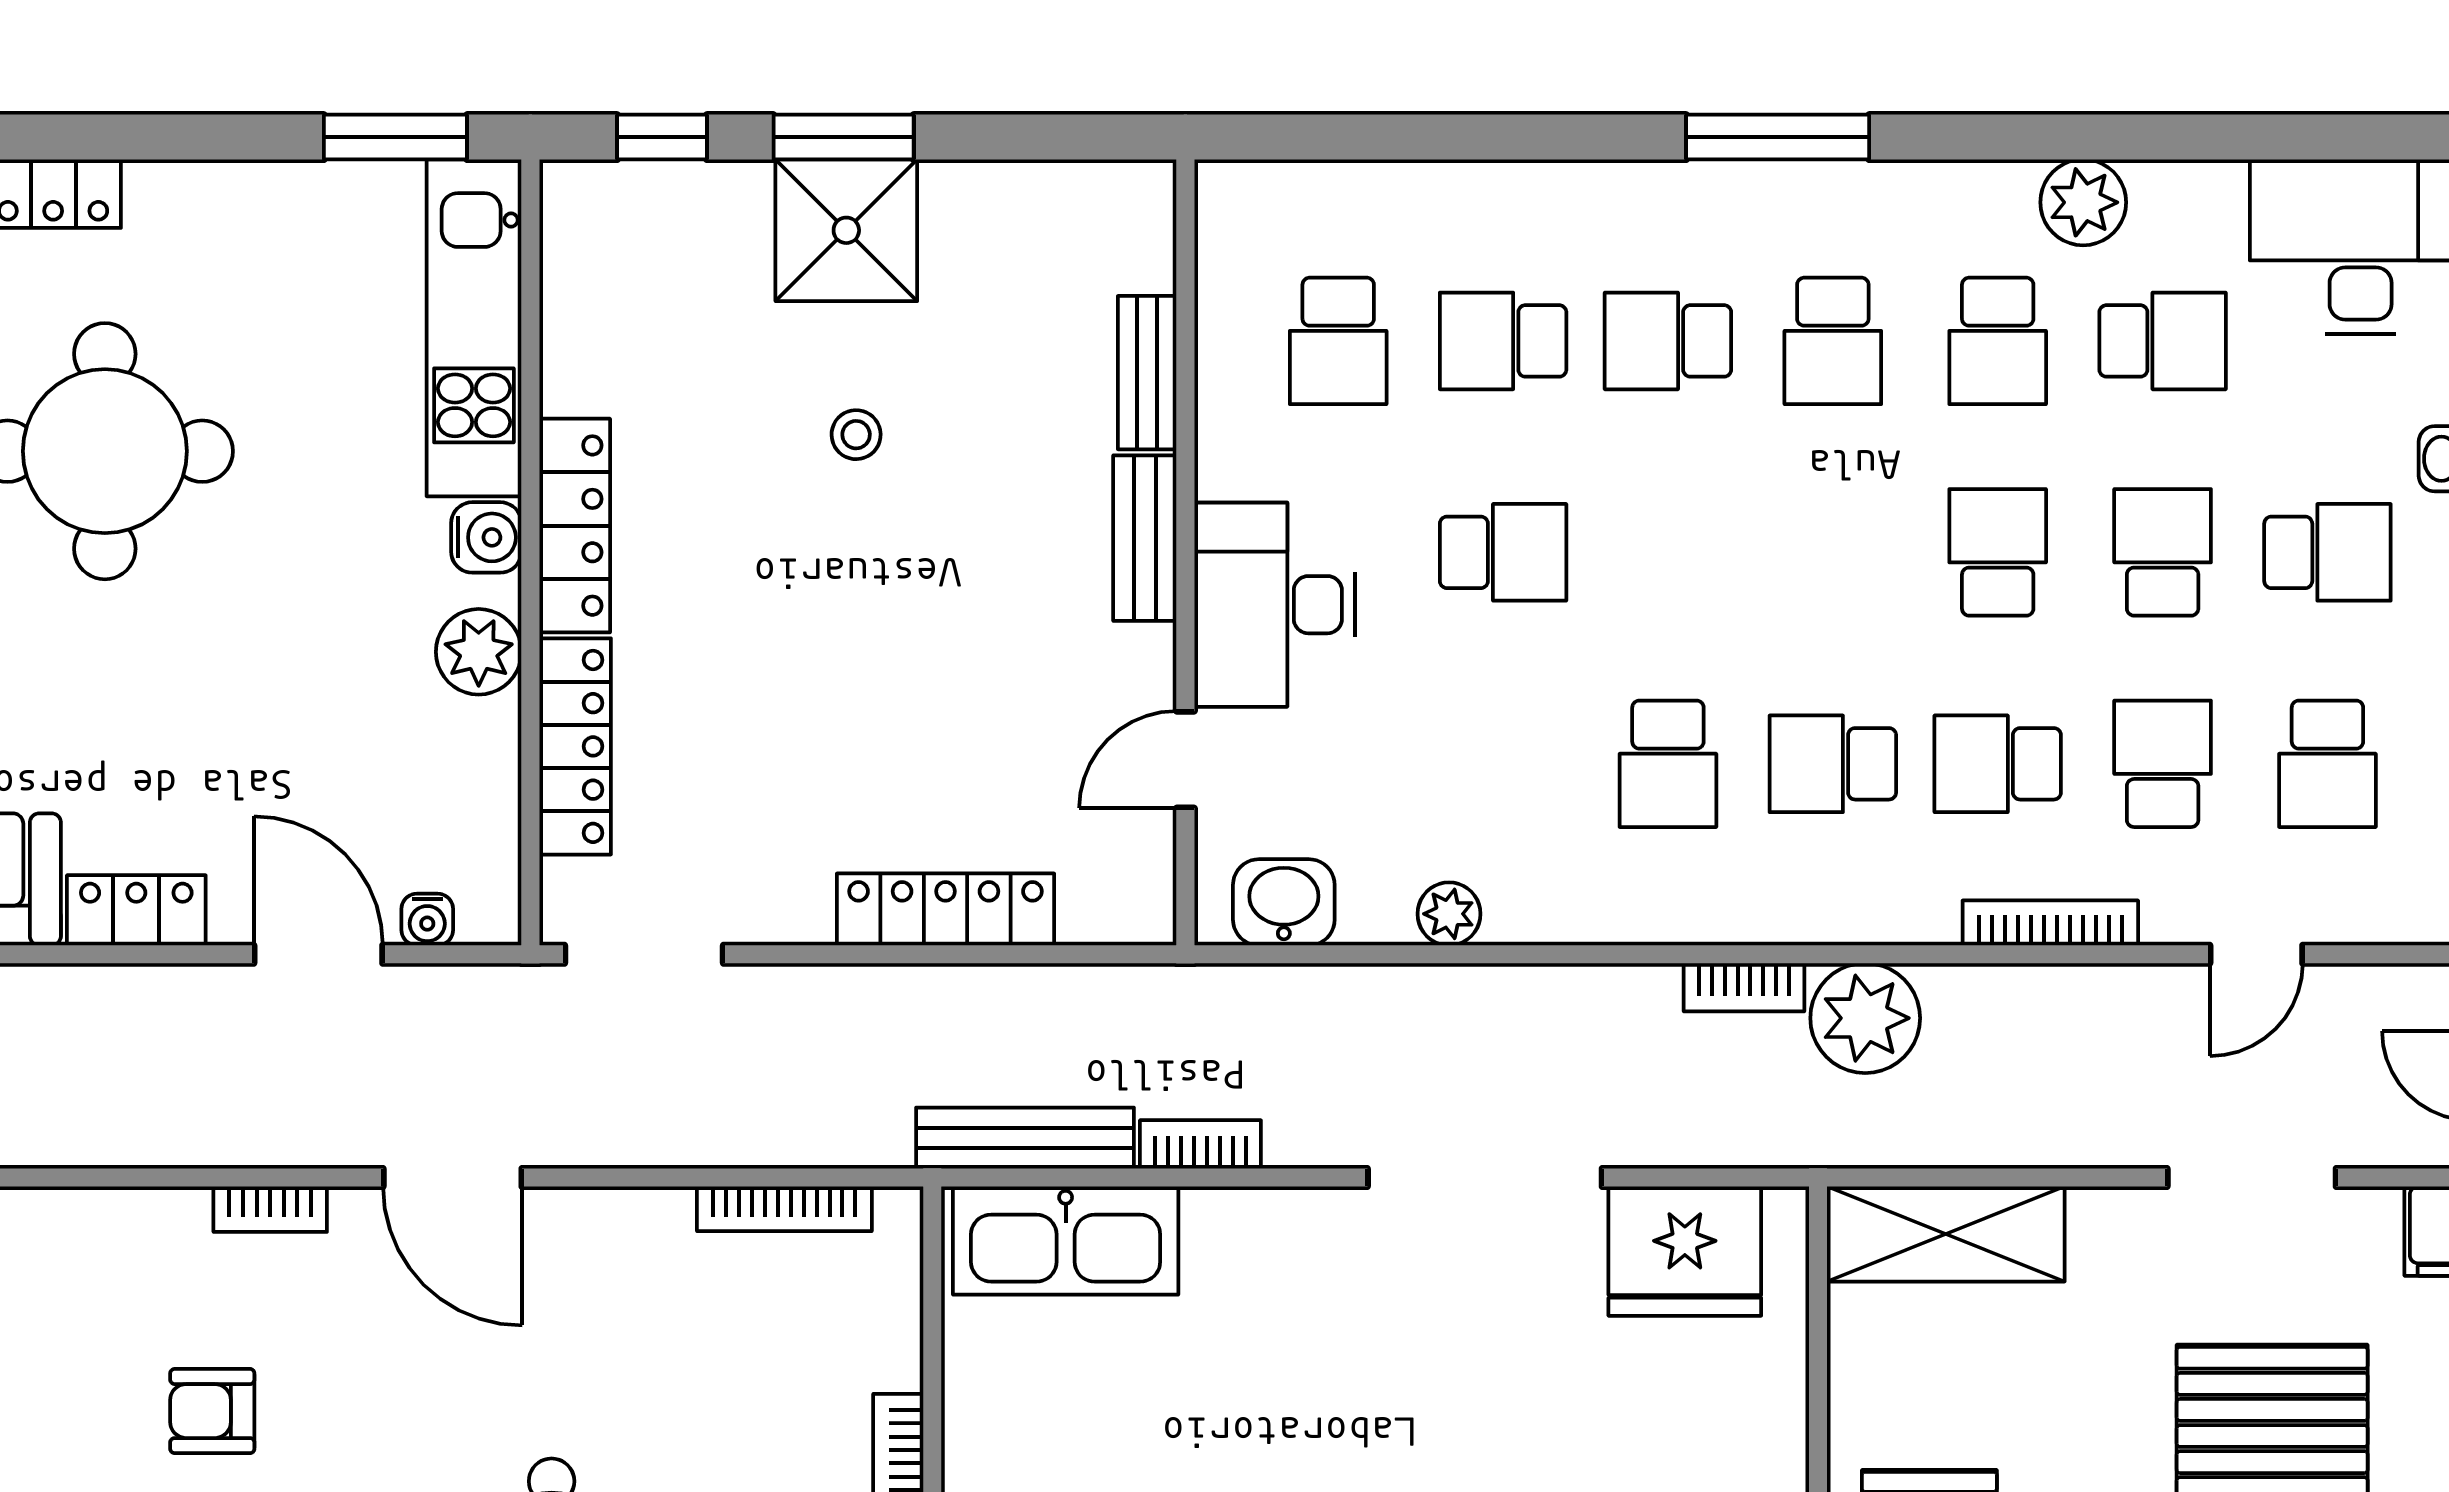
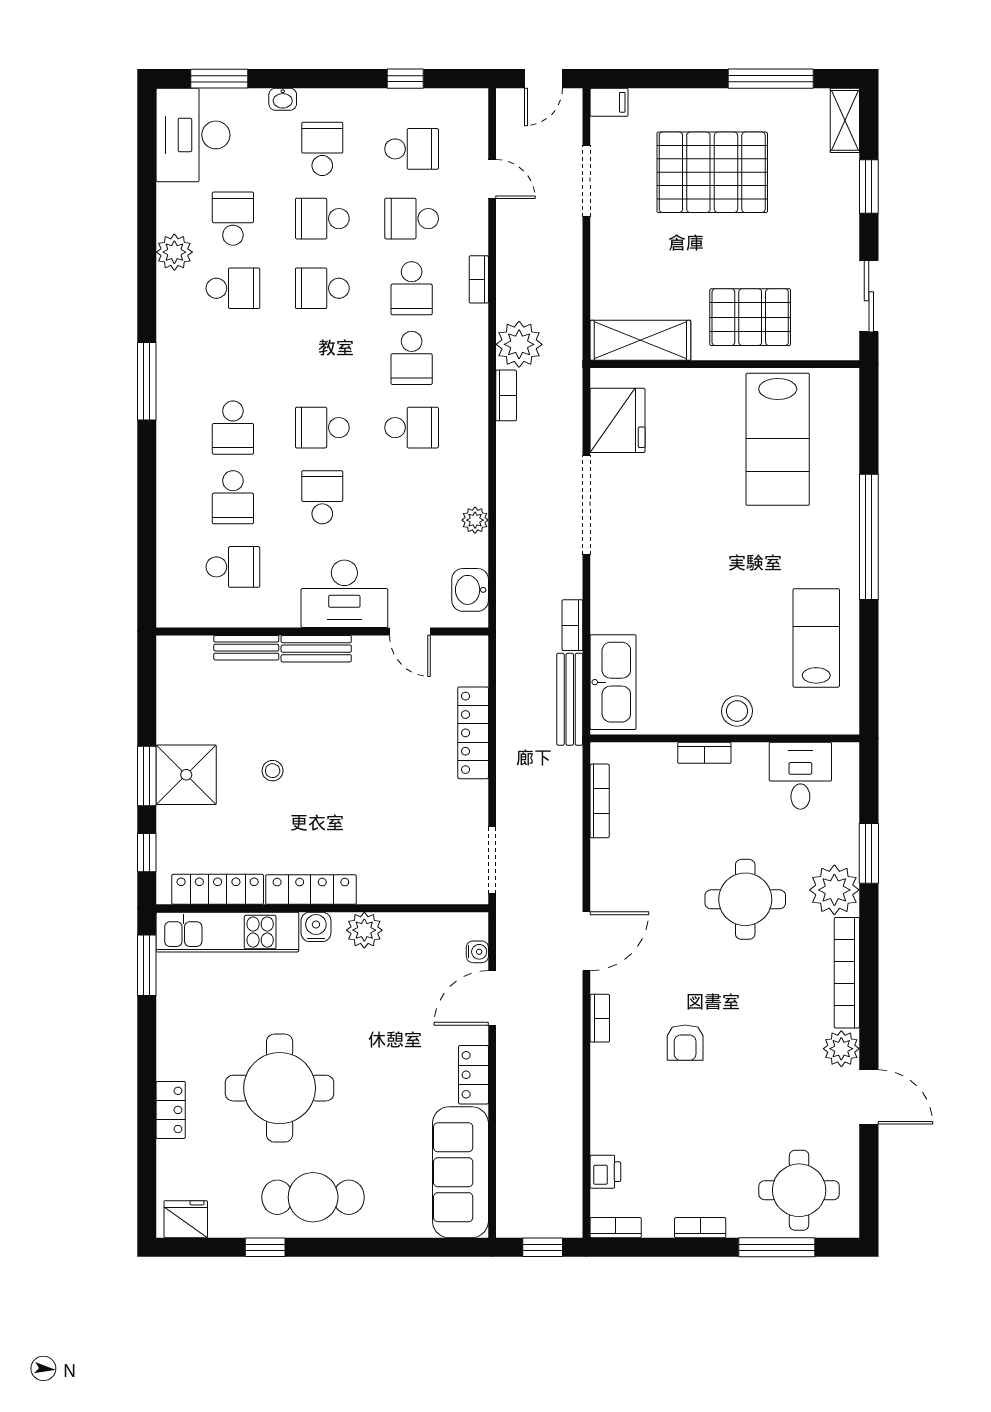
school desk: (1833, 341) -> (322, 428), moved, turned 180
locker: (575, 746) -> (218, 889), moved
bookcase: (2050, 923) -> (479, 279), width x0.64
shelving: (1946, 1234) -> (640, 340), moved, turned 90

